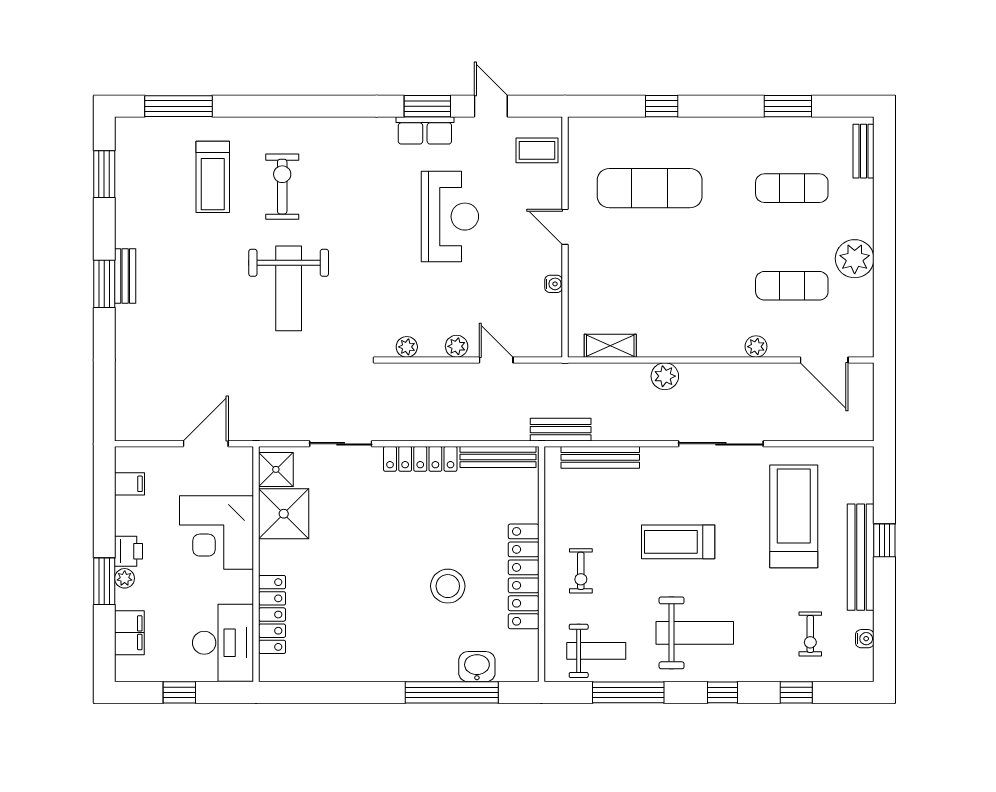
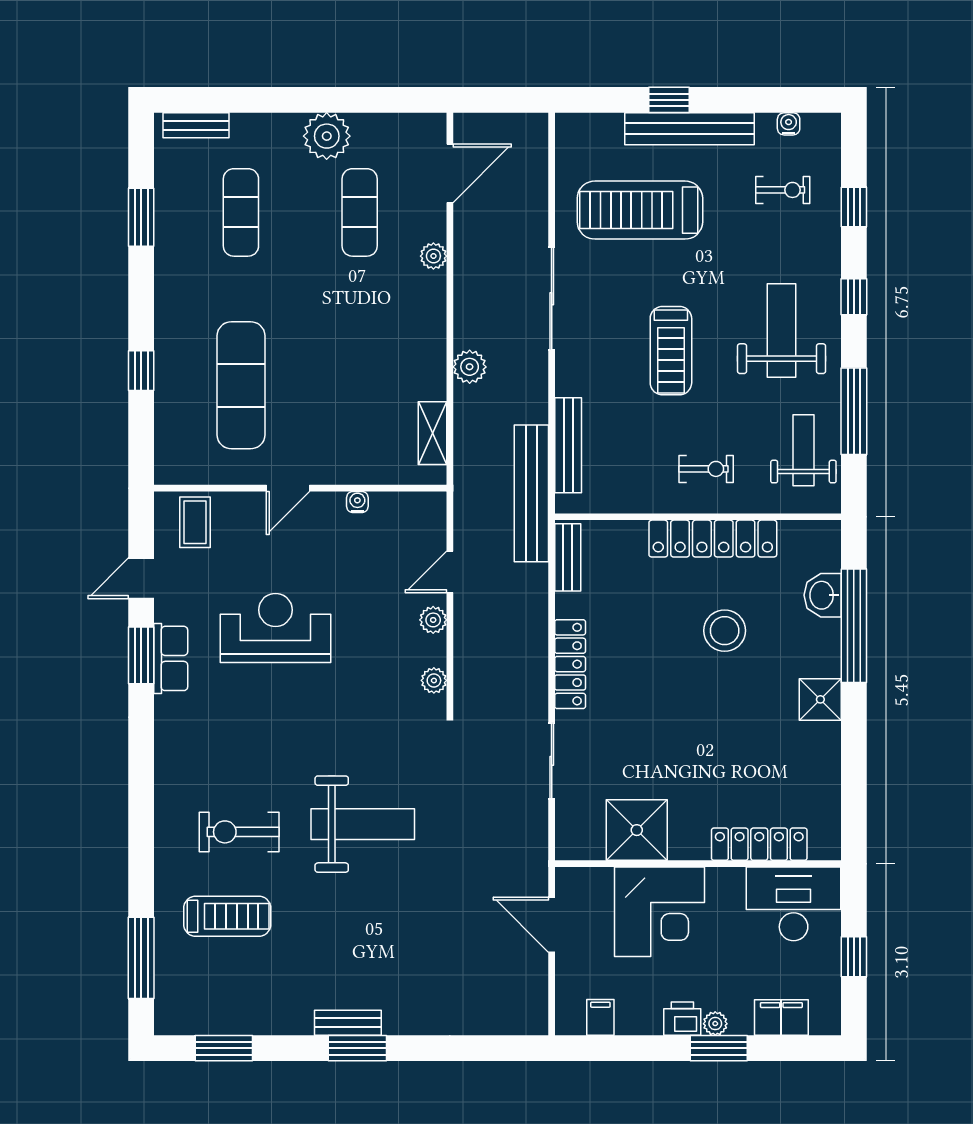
bench: (561, 430) -> (531, 493), width x1.86, depth x1.21
bench: (498, 457) -> (568, 557), width x0.73
shower: (276, 469) -> (820, 699), moved

